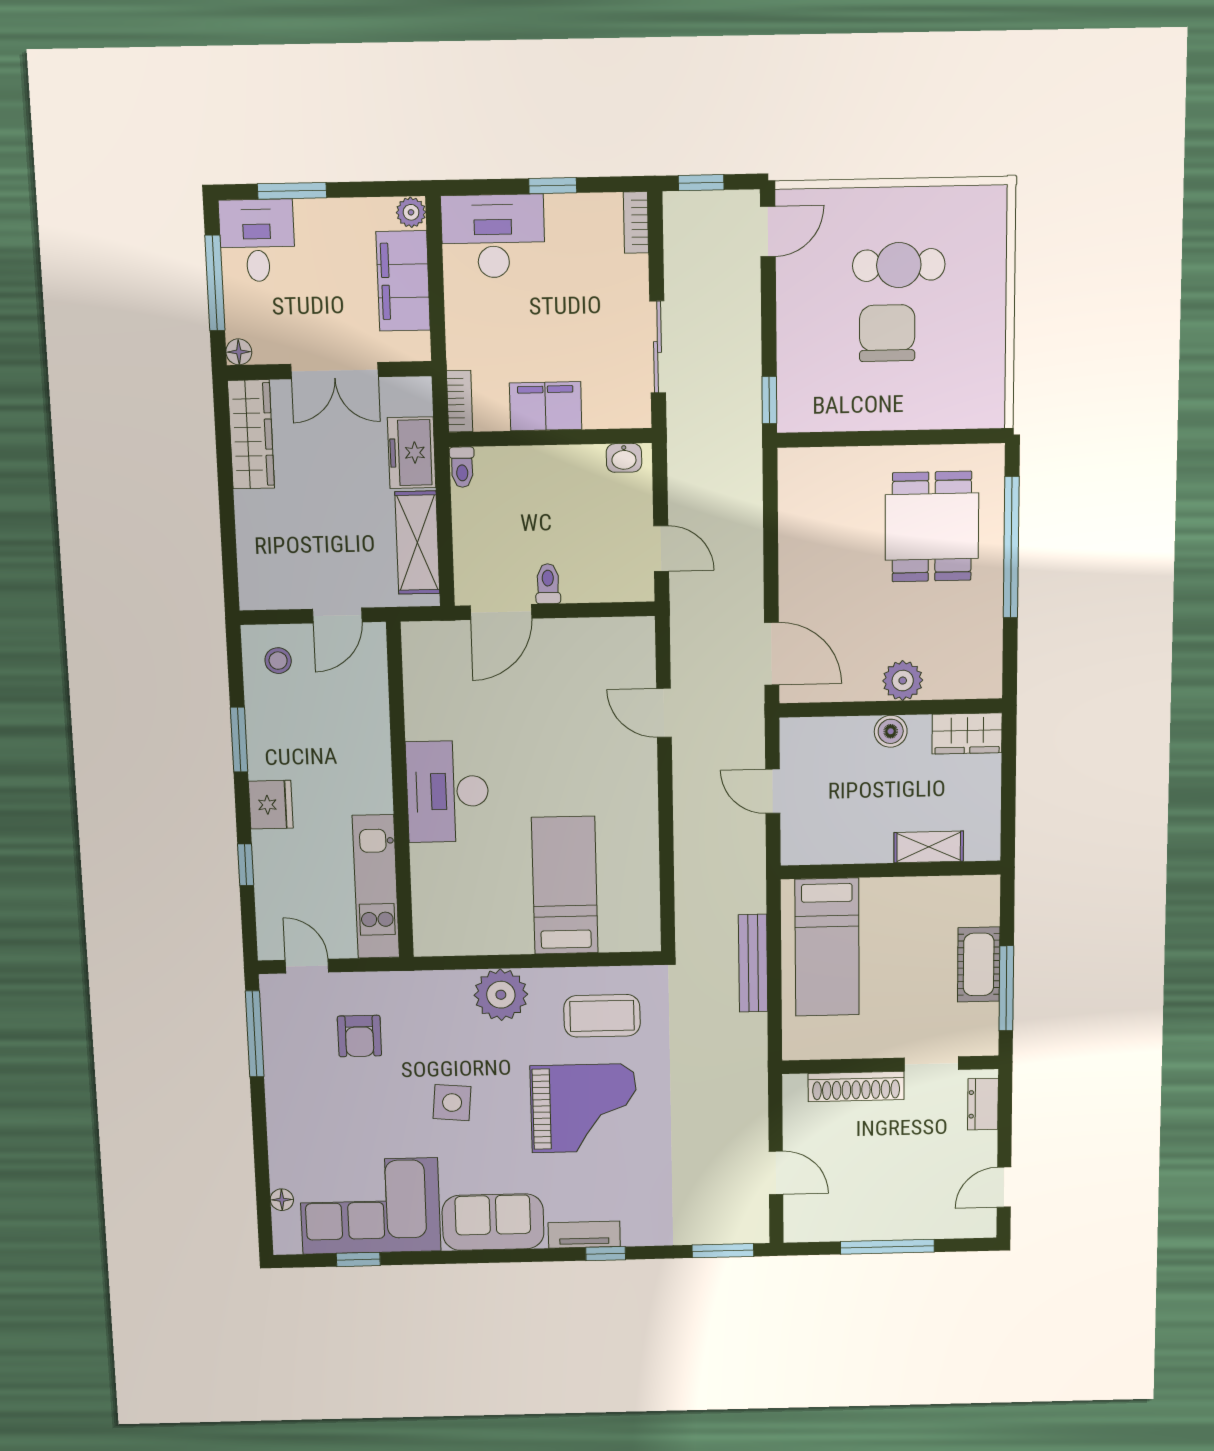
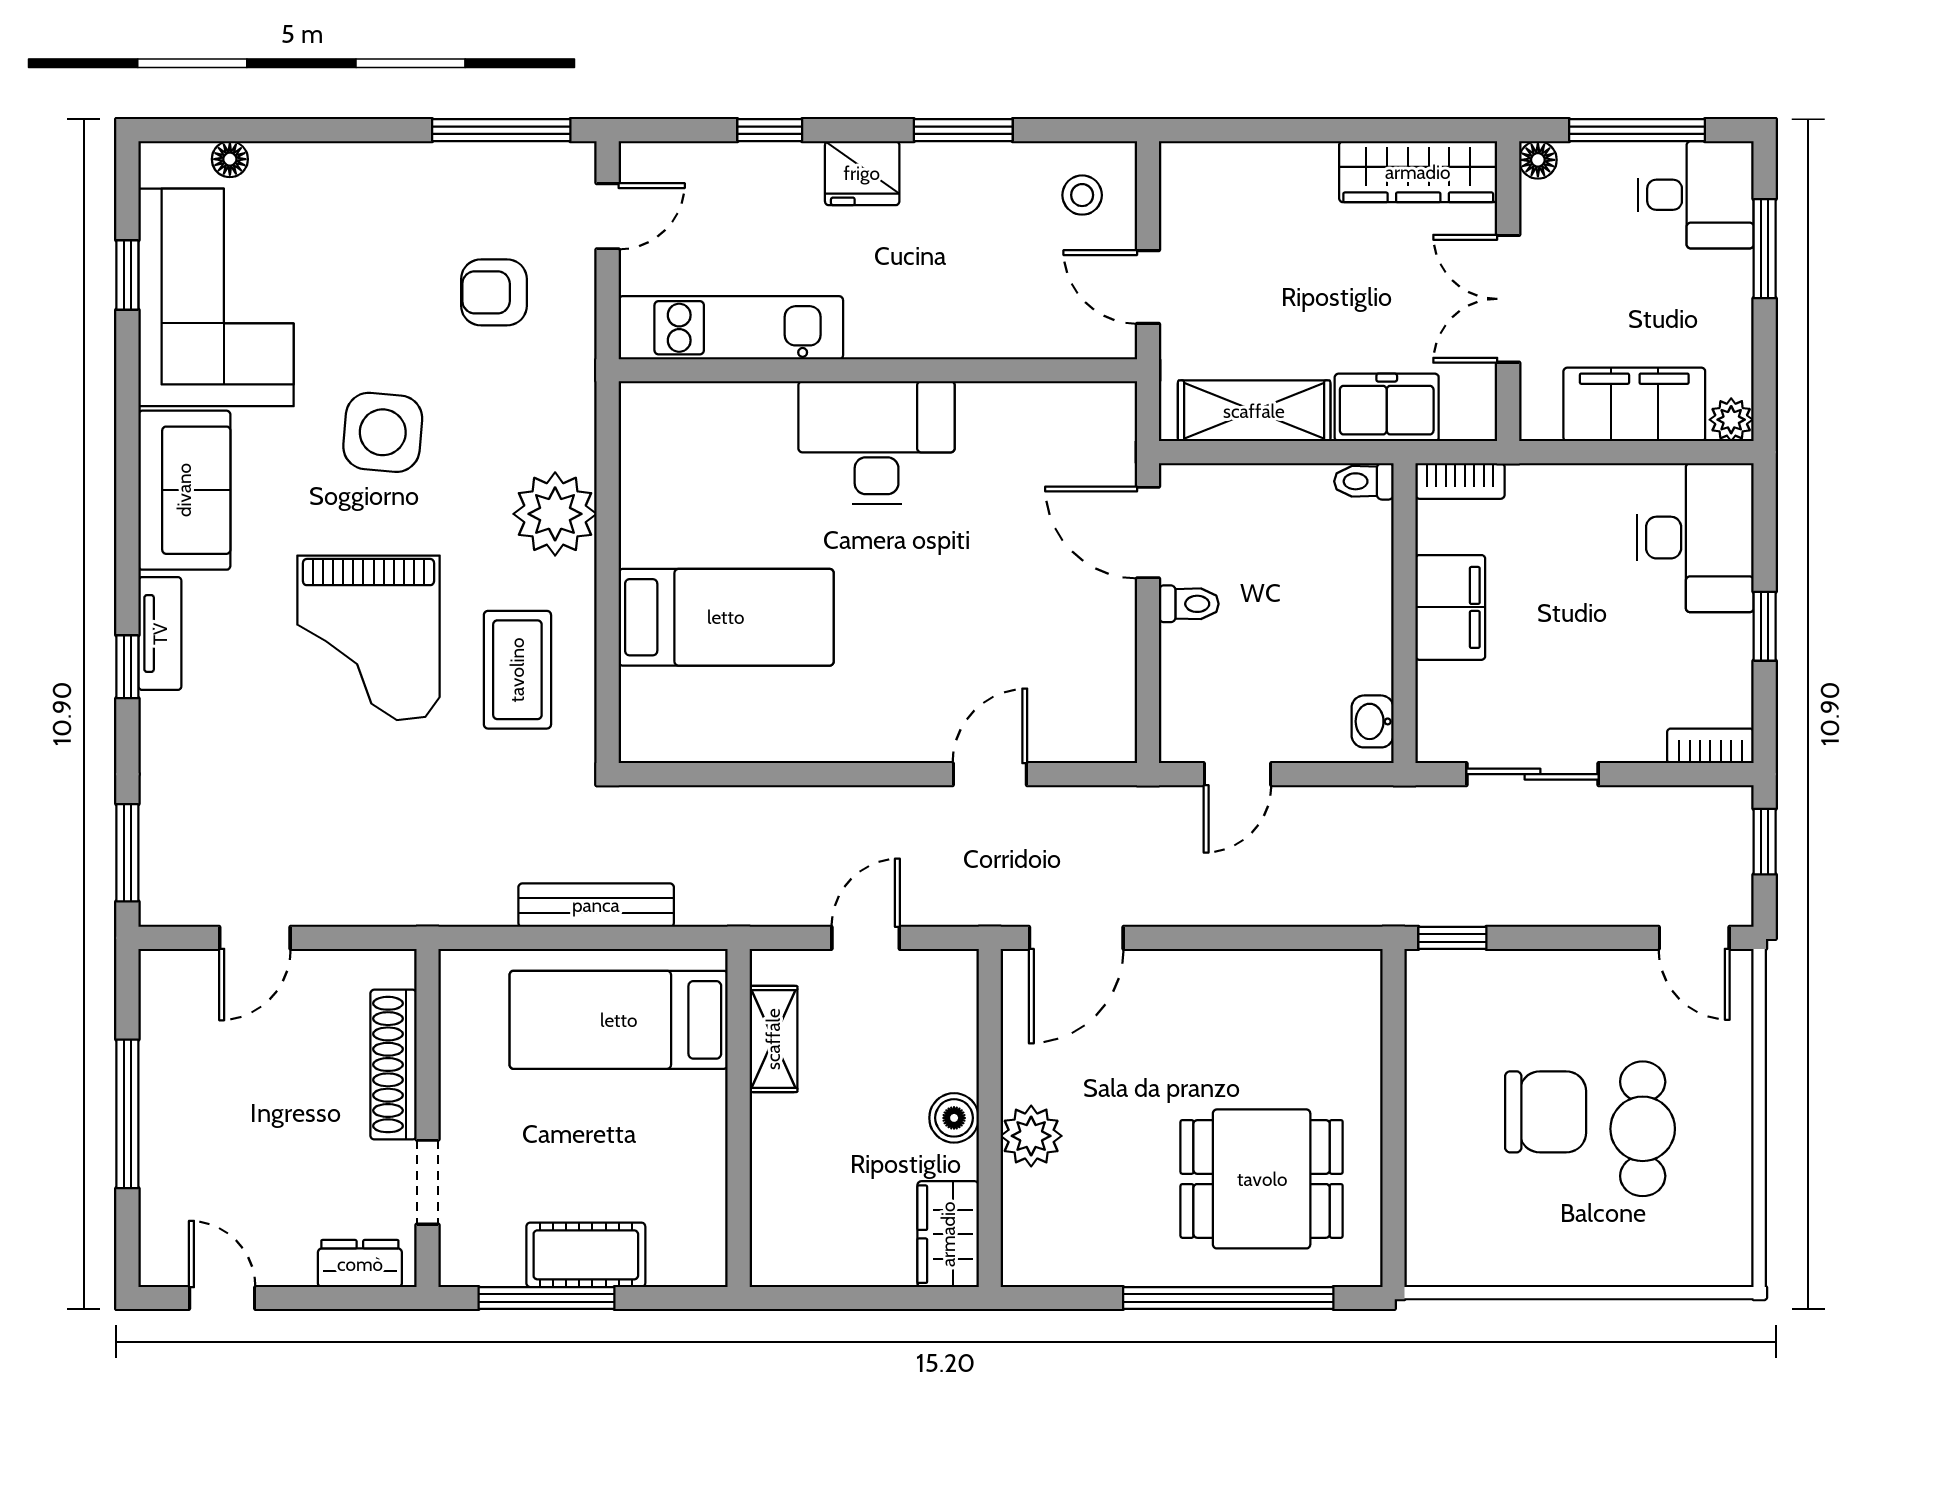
shelving: (929, 847) -> (773, 1039), moved
side table: (452, 1103) -> (383, 432), width x1.37, depth x1.37

